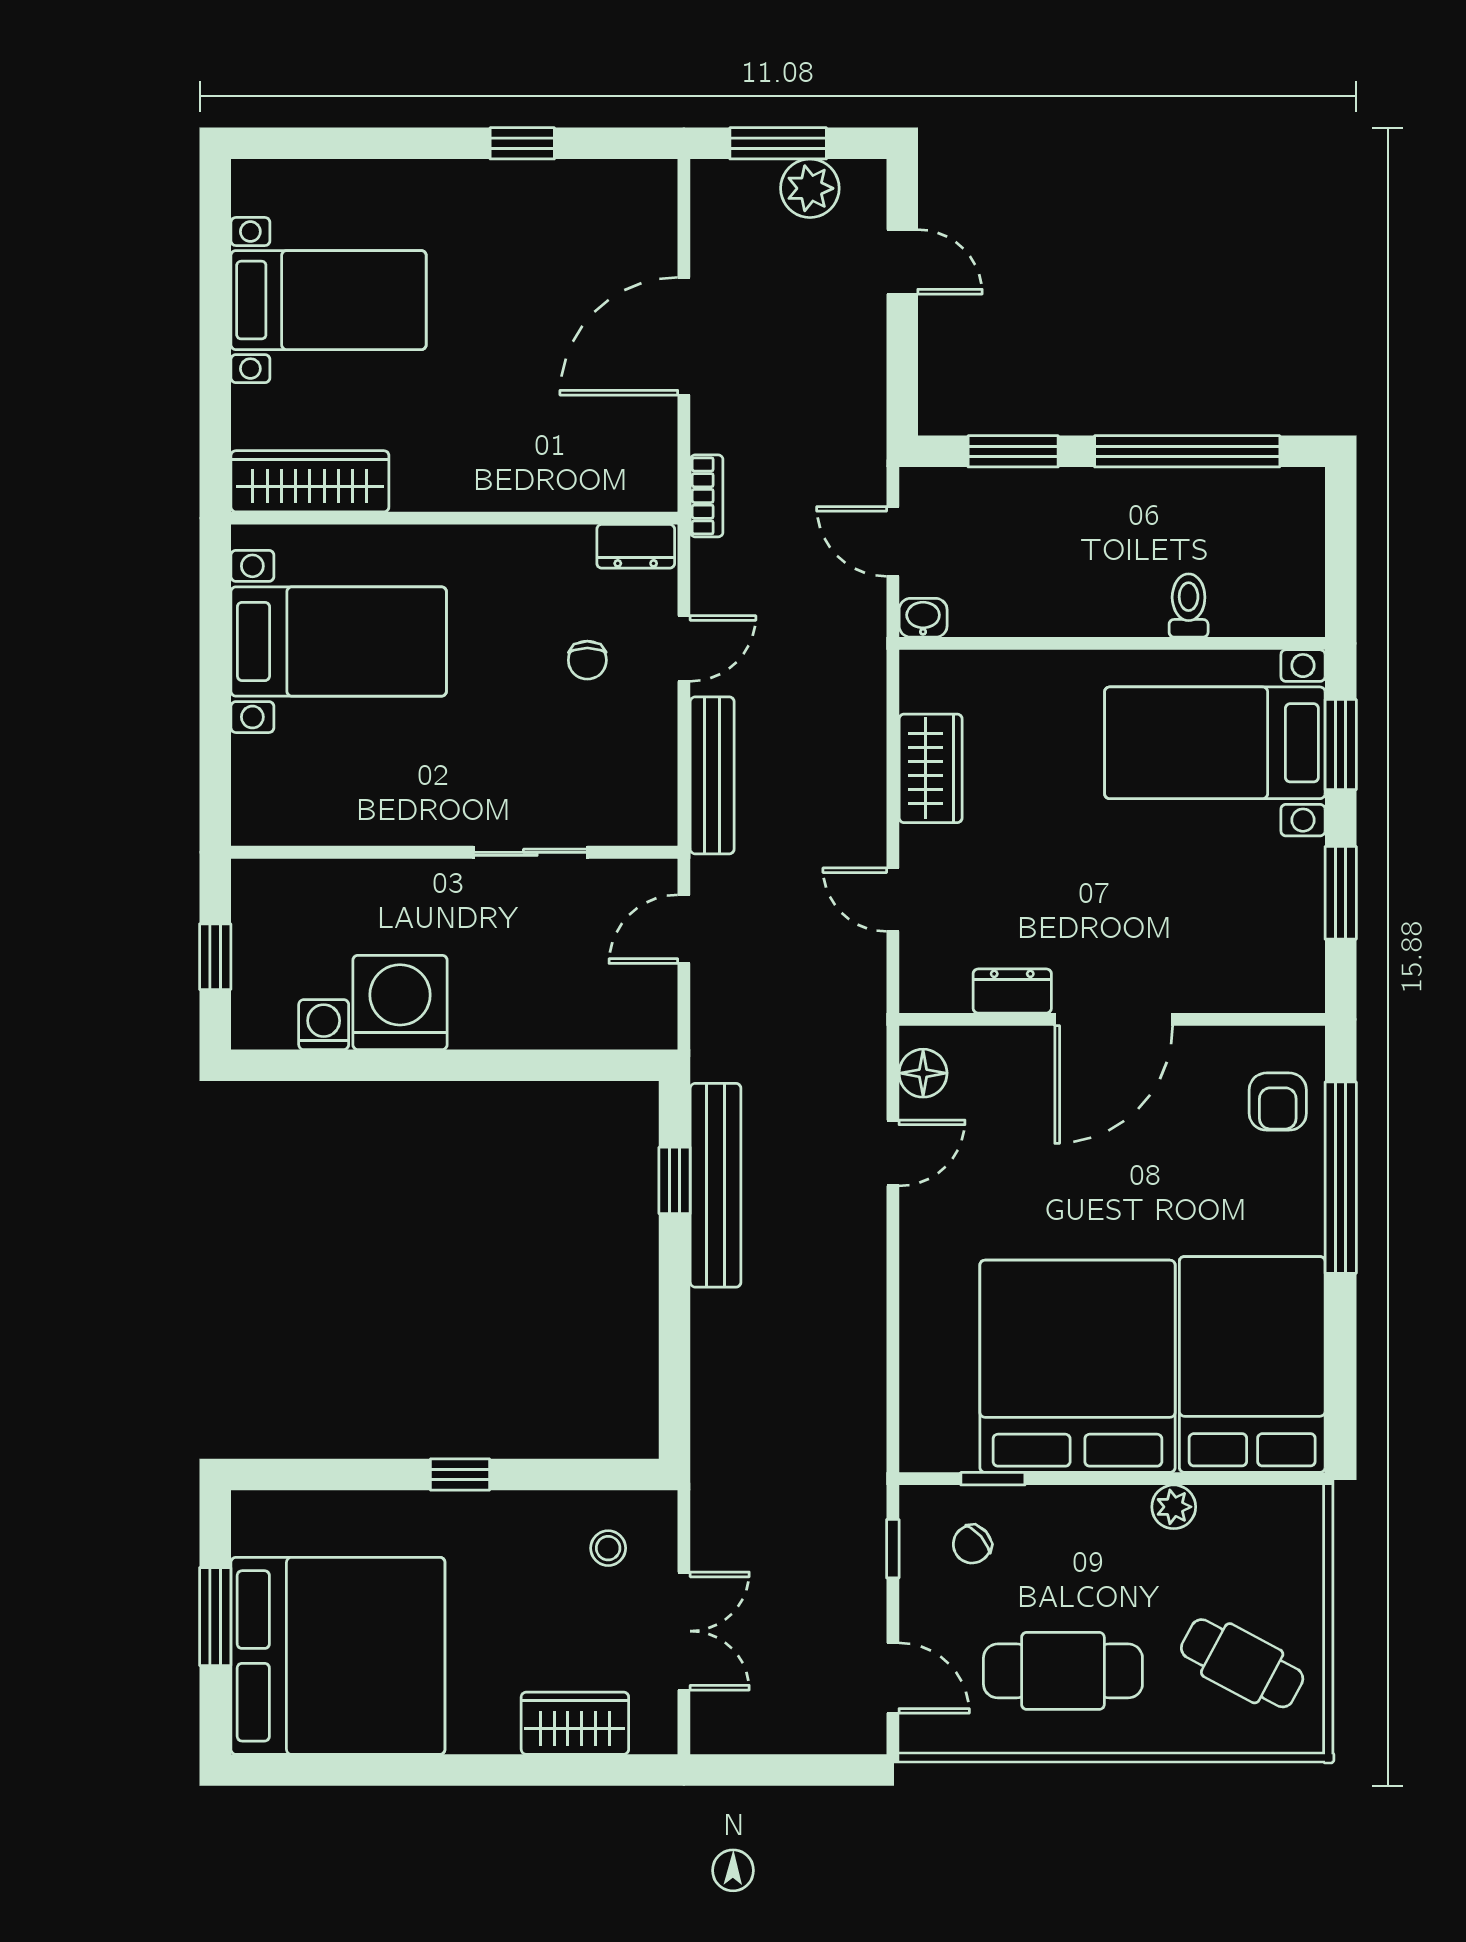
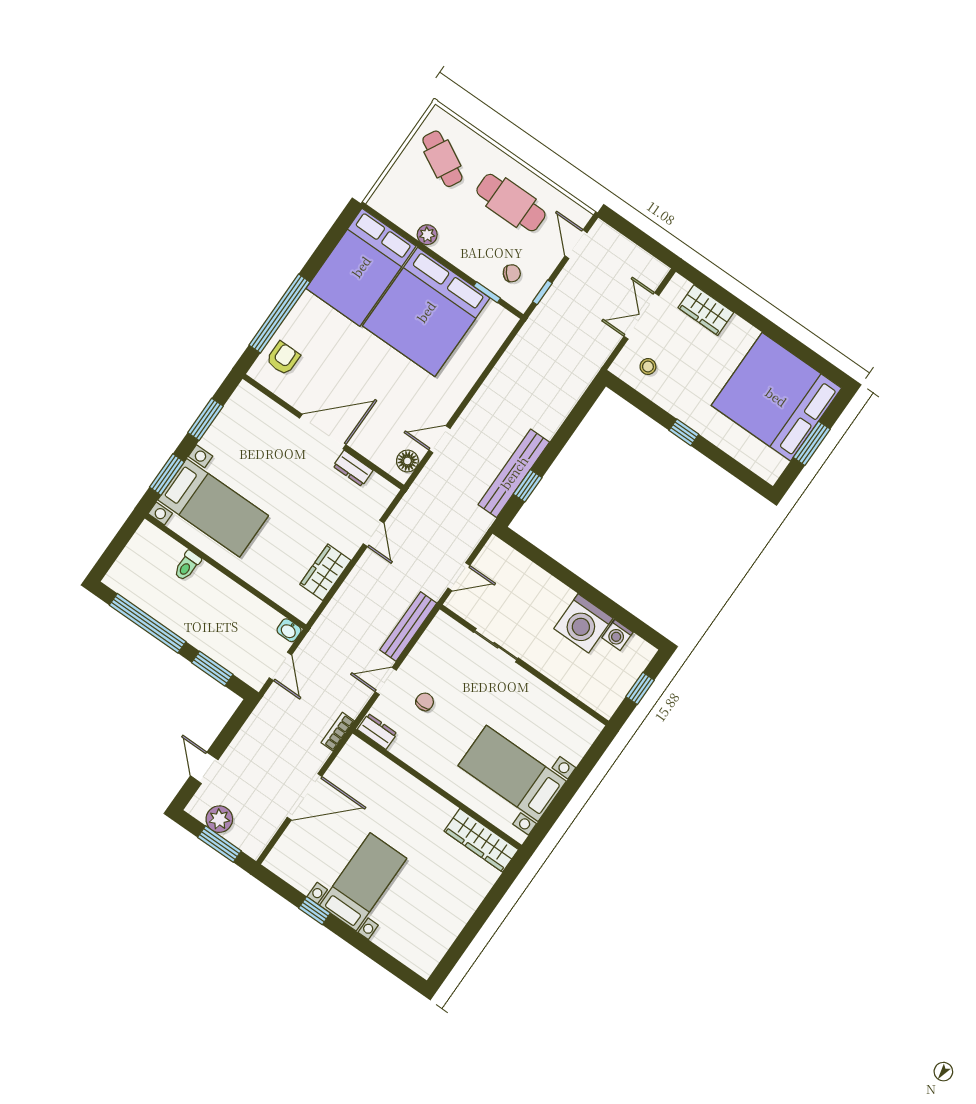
bed with nightstands: (329, 300) -> (363, 882), moved, turned 90

